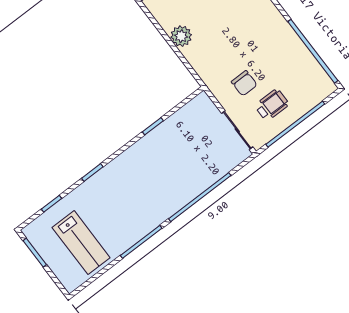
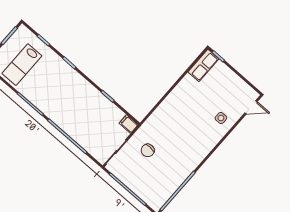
plant: (181, 36) -> (170, 103), removed
filing cabinet: (200, 104) -> (129, 124), added
wheelchair: (272, 105) -> (137, 171), removed

